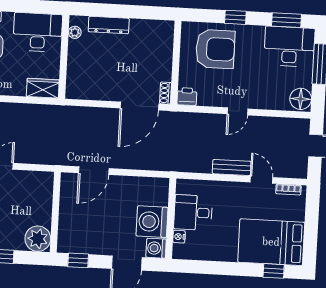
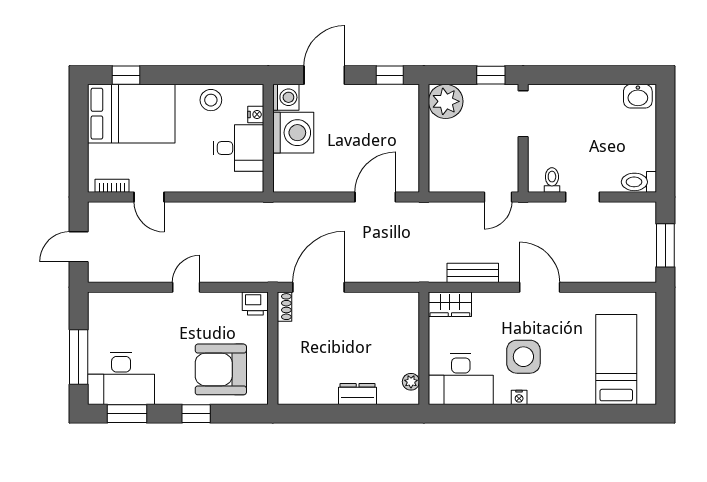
dresser: (109, 25) -> (358, 394), width x0.70
floor lamp: (301, 99) -> (102, 309), removed
bench: (232, 167) -> (473, 273), moved
stool: (212, 249) -> (211, 100), added

